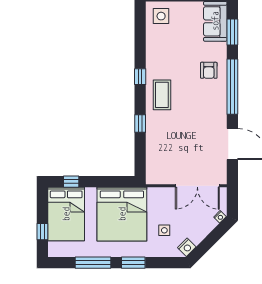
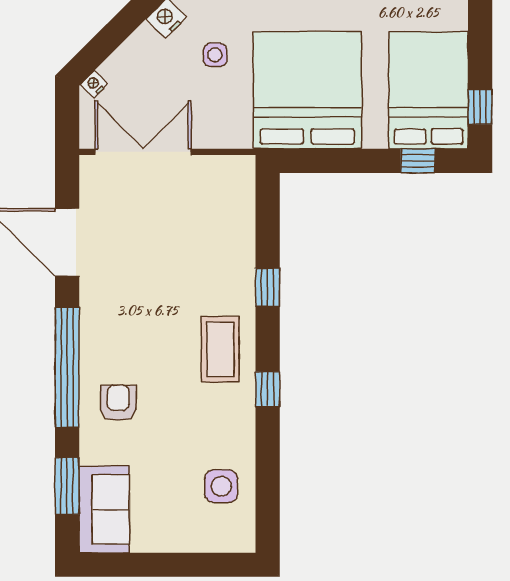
side table: (161, 16) -> (221, 486), moved
window: (42, 232) -> (480, 107), moved

